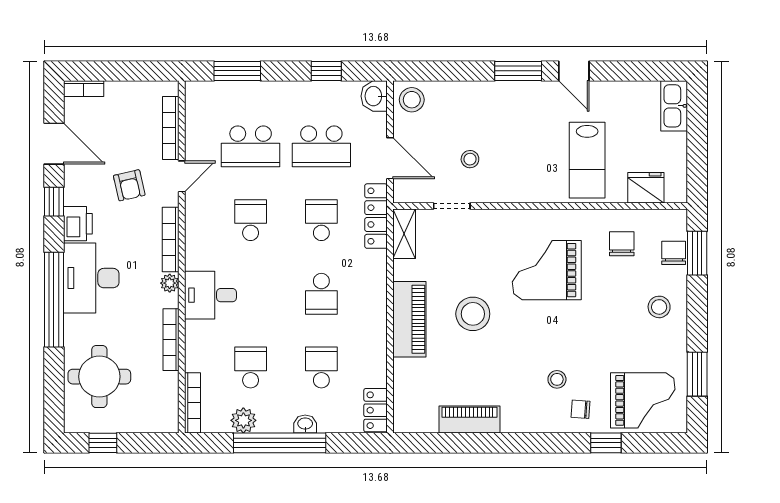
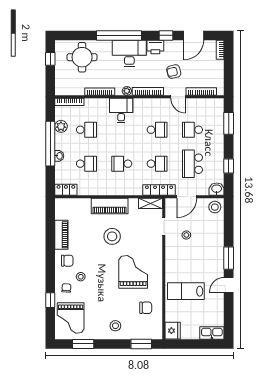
school desk: (251, 146) -> (192, 130), width x0.54
fridge: (646, 188) -> (173, 331), moved
chair: (674, 253) -> (67, 261), moved

